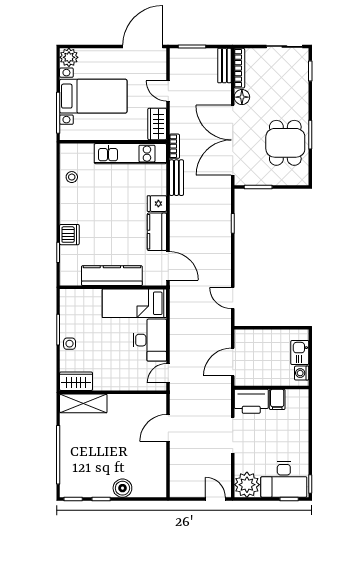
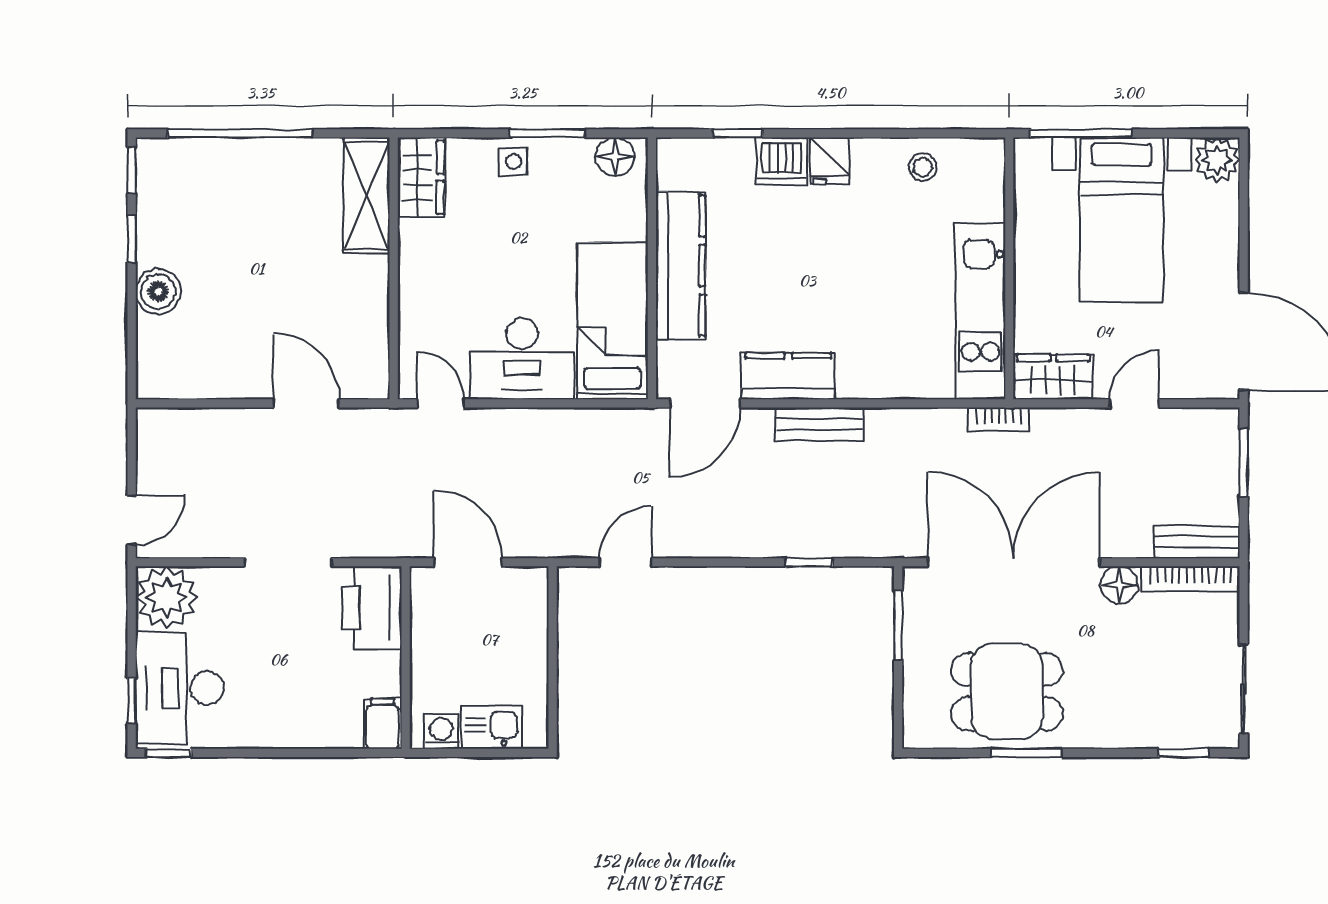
bench: (176, 178) -> (819, 424), moved
fridge: (157, 204) -> (830, 161), moved, turned 180
floor lamp: (68, 302) -> (615, 157), added
filing cabinet: (277, 399) -> (383, 724), moved, turned 90

